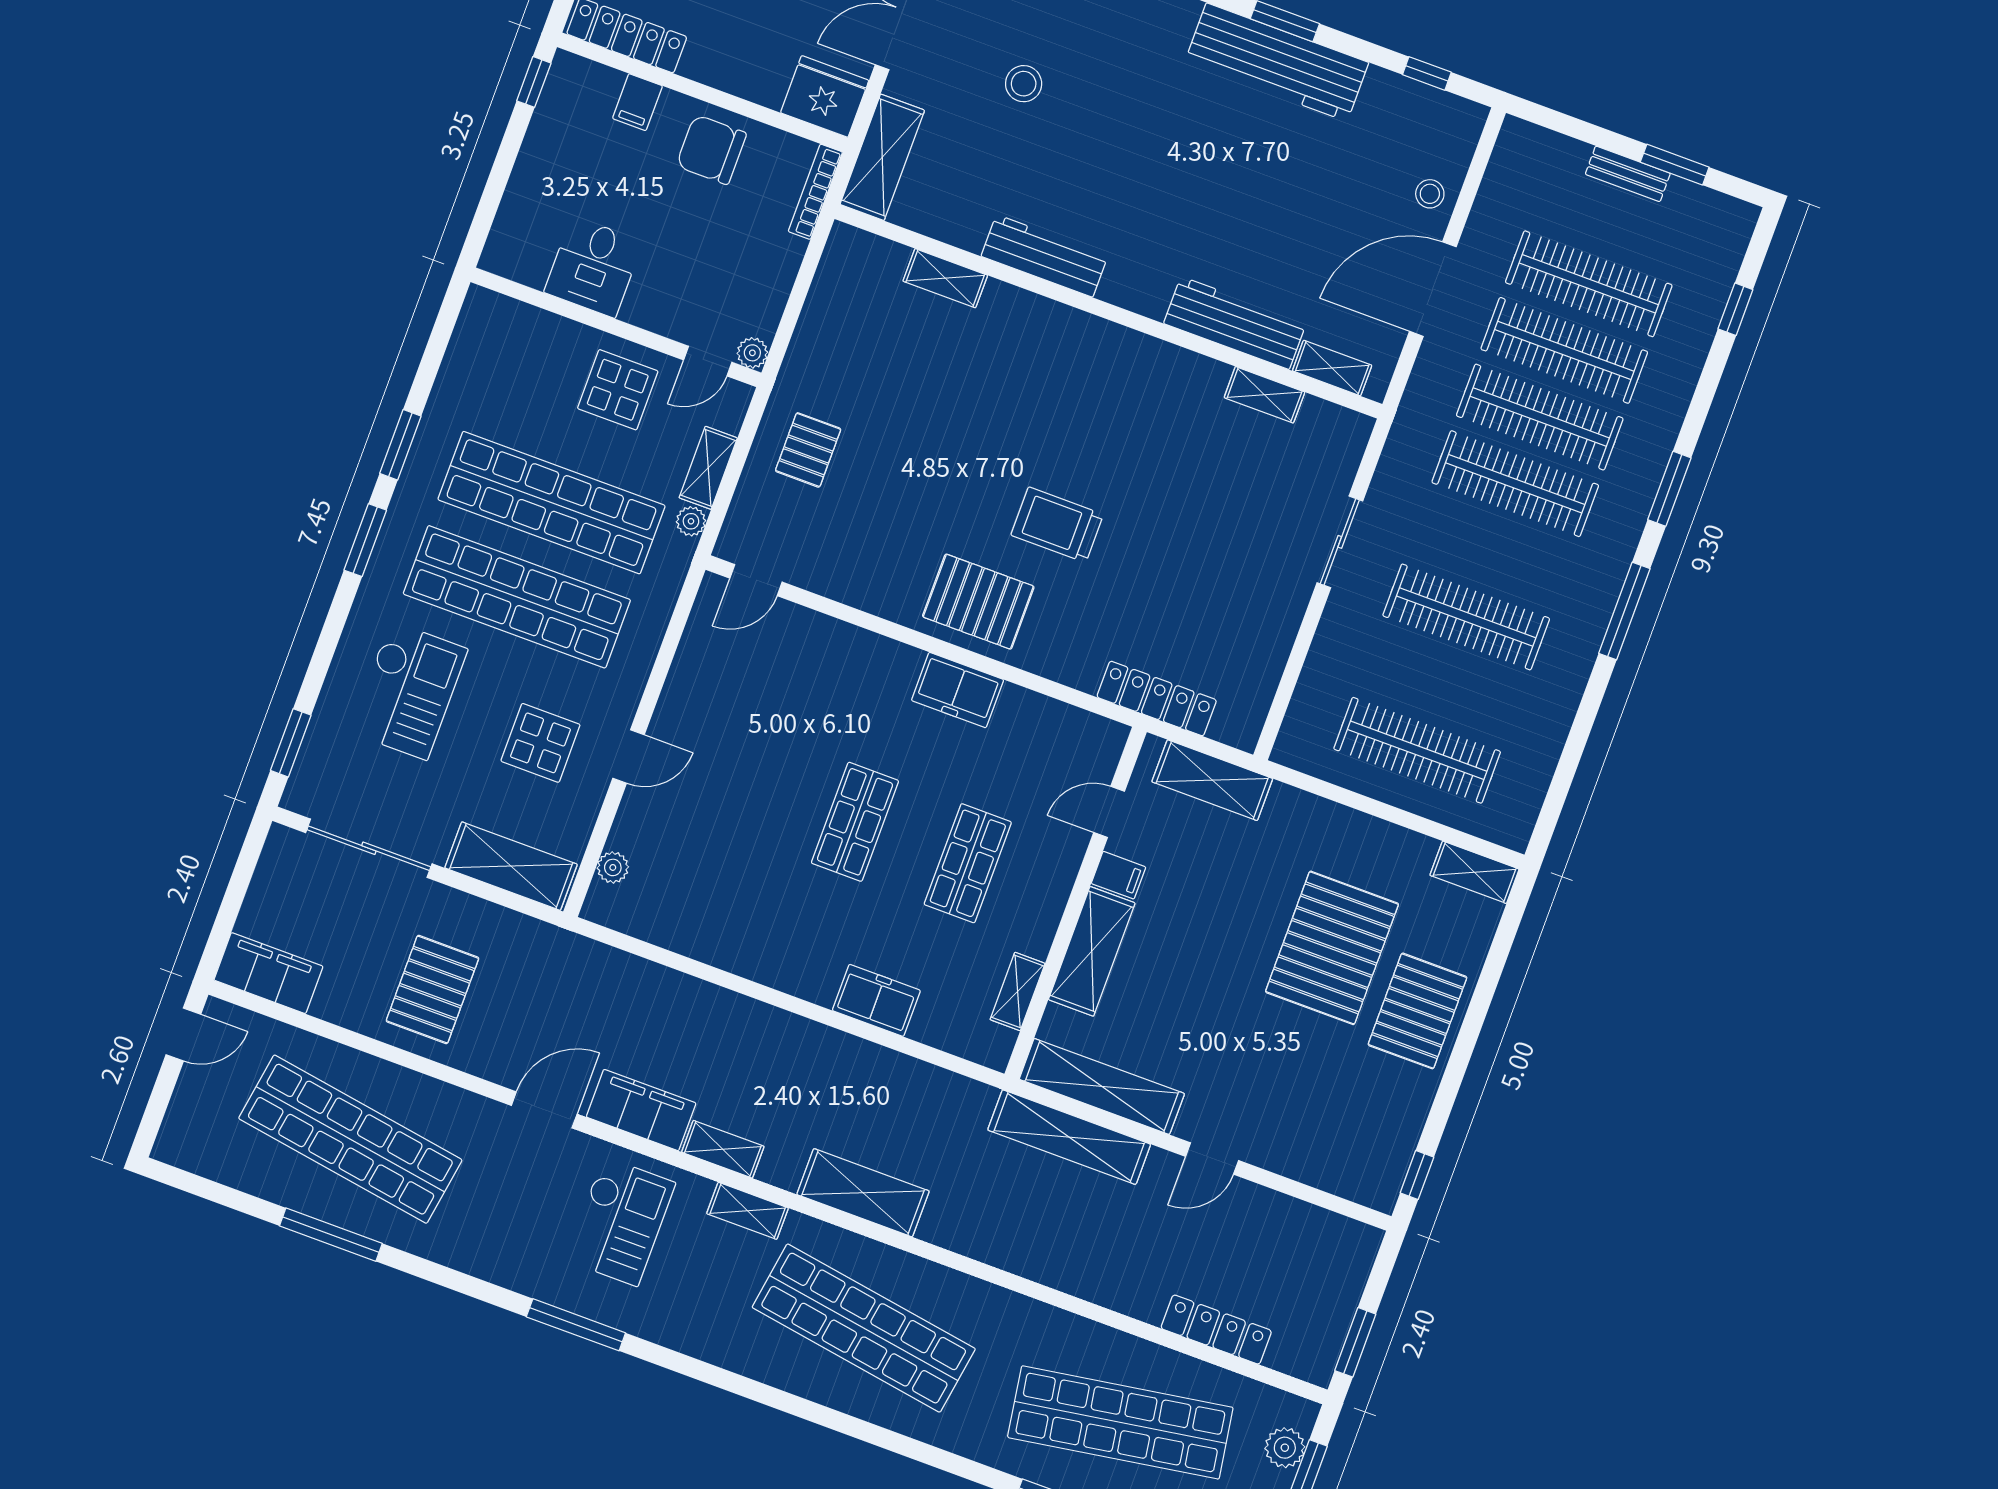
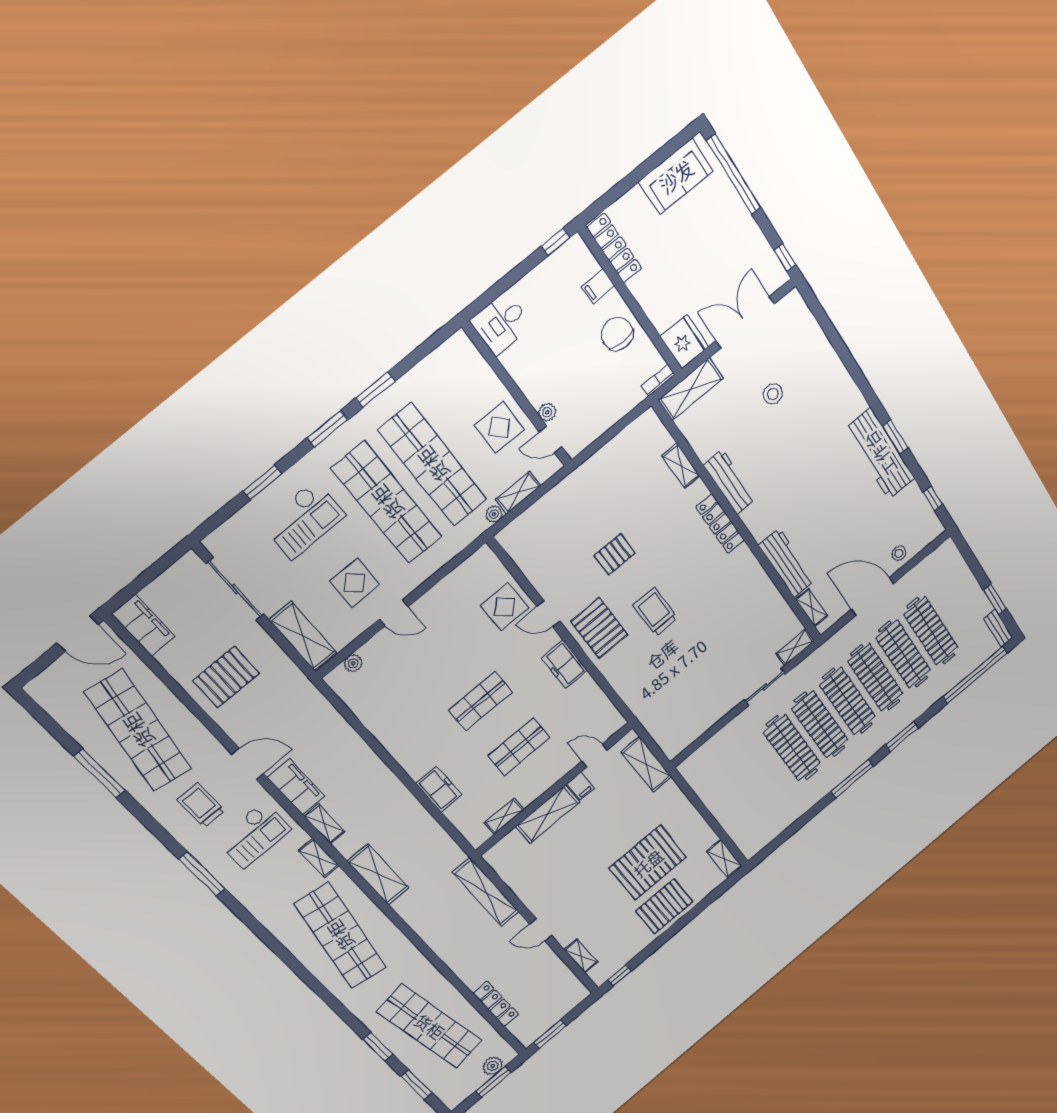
bench: (1628, 174) -> (998, 628), moved
bookcase: (815, 192) -> (658, 380), width x0.64
desk: (593, 267) -> (501, 323), moved
window: (1735, 309) -> (975, 675), width x3.17
plant: (752, 353) -> (547, 412), moved
shelving: (1264, 395) -> (795, 647), moved, turned 90
pallet: (808, 450) -> (615, 554), moved
door: (756, 580) -> (548, 614), moved
display table: (799, 653) -> (504, 607), added
locker: (1157, 699) -> (720, 524), moved, turned 180
window: (291, 743) -> (262, 482), moved
clothes rail: (1417, 750) -> (820, 724), moved
door: (183, 1034) -> (78, 634), width x1.38
shelving: (1102, 1086) -> (581, 956), moved, width x0.45, depth x0.75
trolley: (511, 1212) -> (201, 805), added

